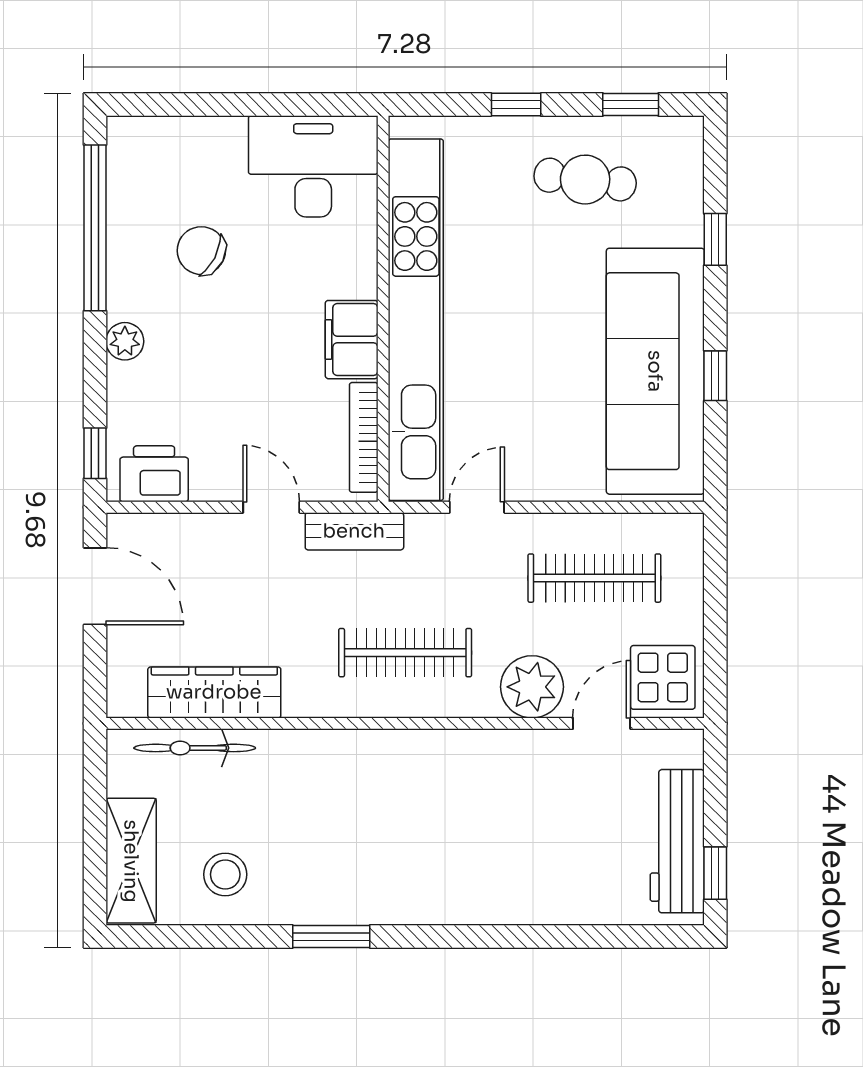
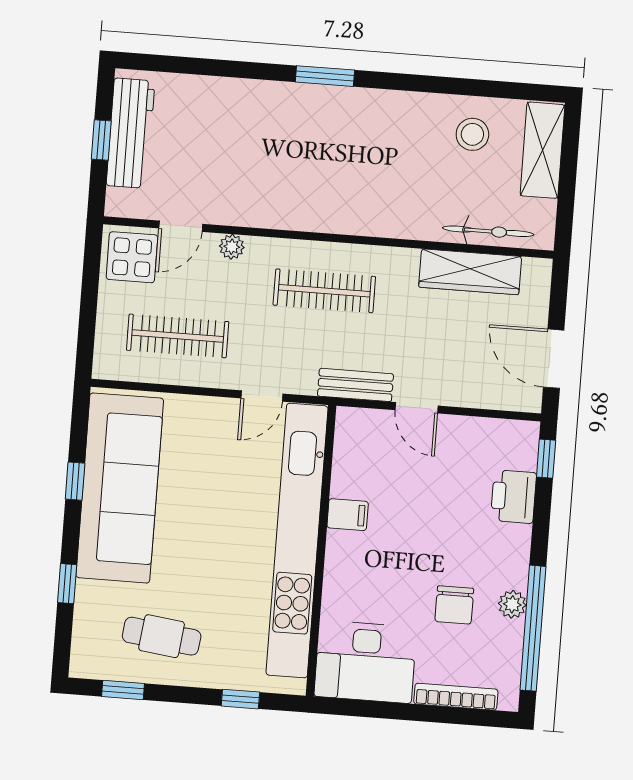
window: (516, 104) -> (240, 699), moved
chair: (201, 251) -> (454, 605), turned 63
filing cabinet: (352, 340) -> (348, 515), width x0.50
plant: (125, 341) -> (512, 604), moved
bookcase: (364, 437) -> (456, 697), moved, turned -90
printer: (154, 474) -> (513, 497), moved, turned 90
plant: (532, 687) -> (232, 247), width x0.53, depth x0.53
window: (715, 873) -> (101, 140), moved
window: (331, 936) -> (325, 76), moved

